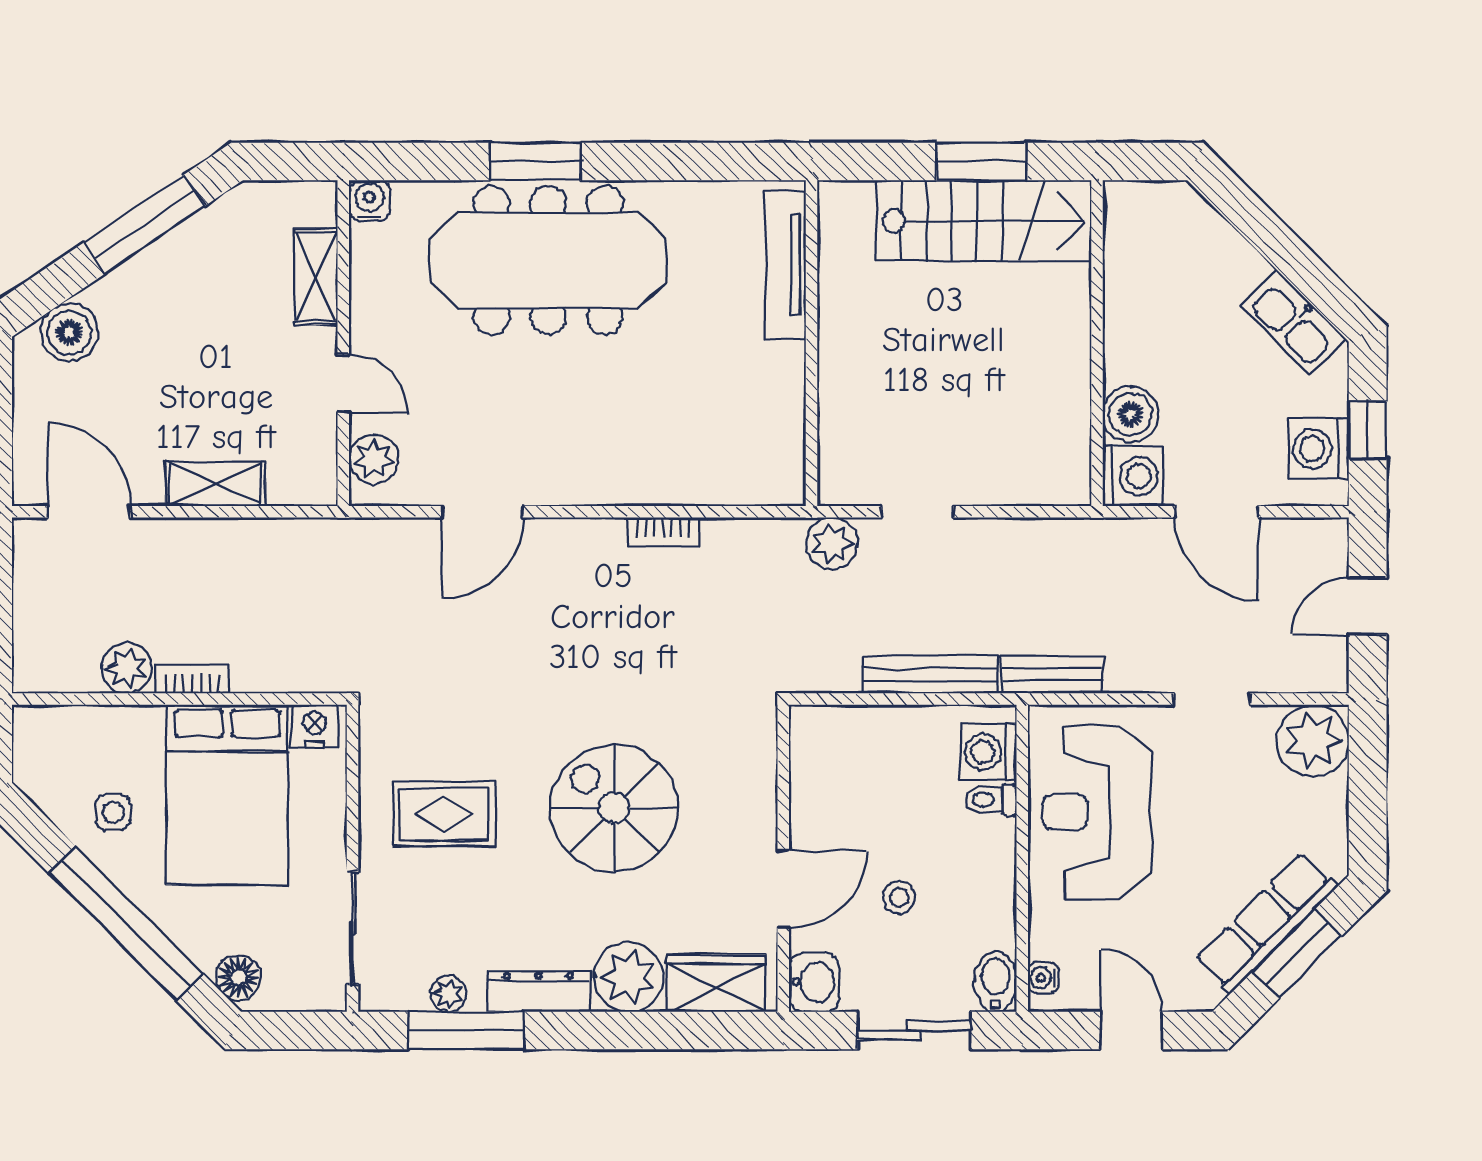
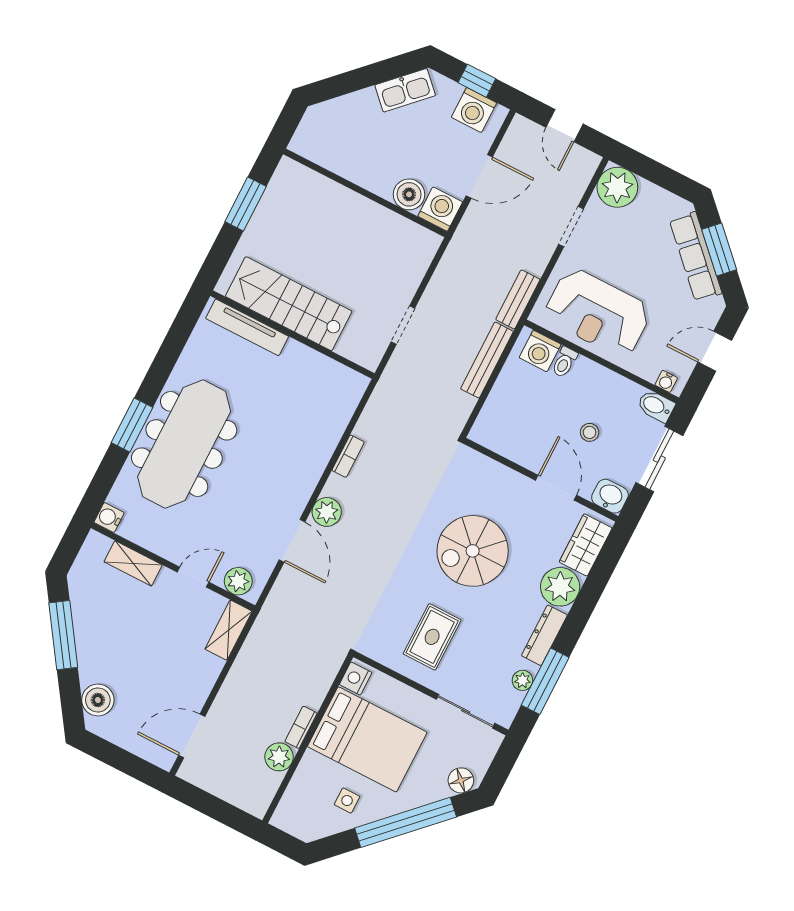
stairs: (984, 221) -> (289, 304), moved, turned -90
shelving: (215, 484) -> (229, 630), moved
plant: (832, 543) -> (327, 512), moved

